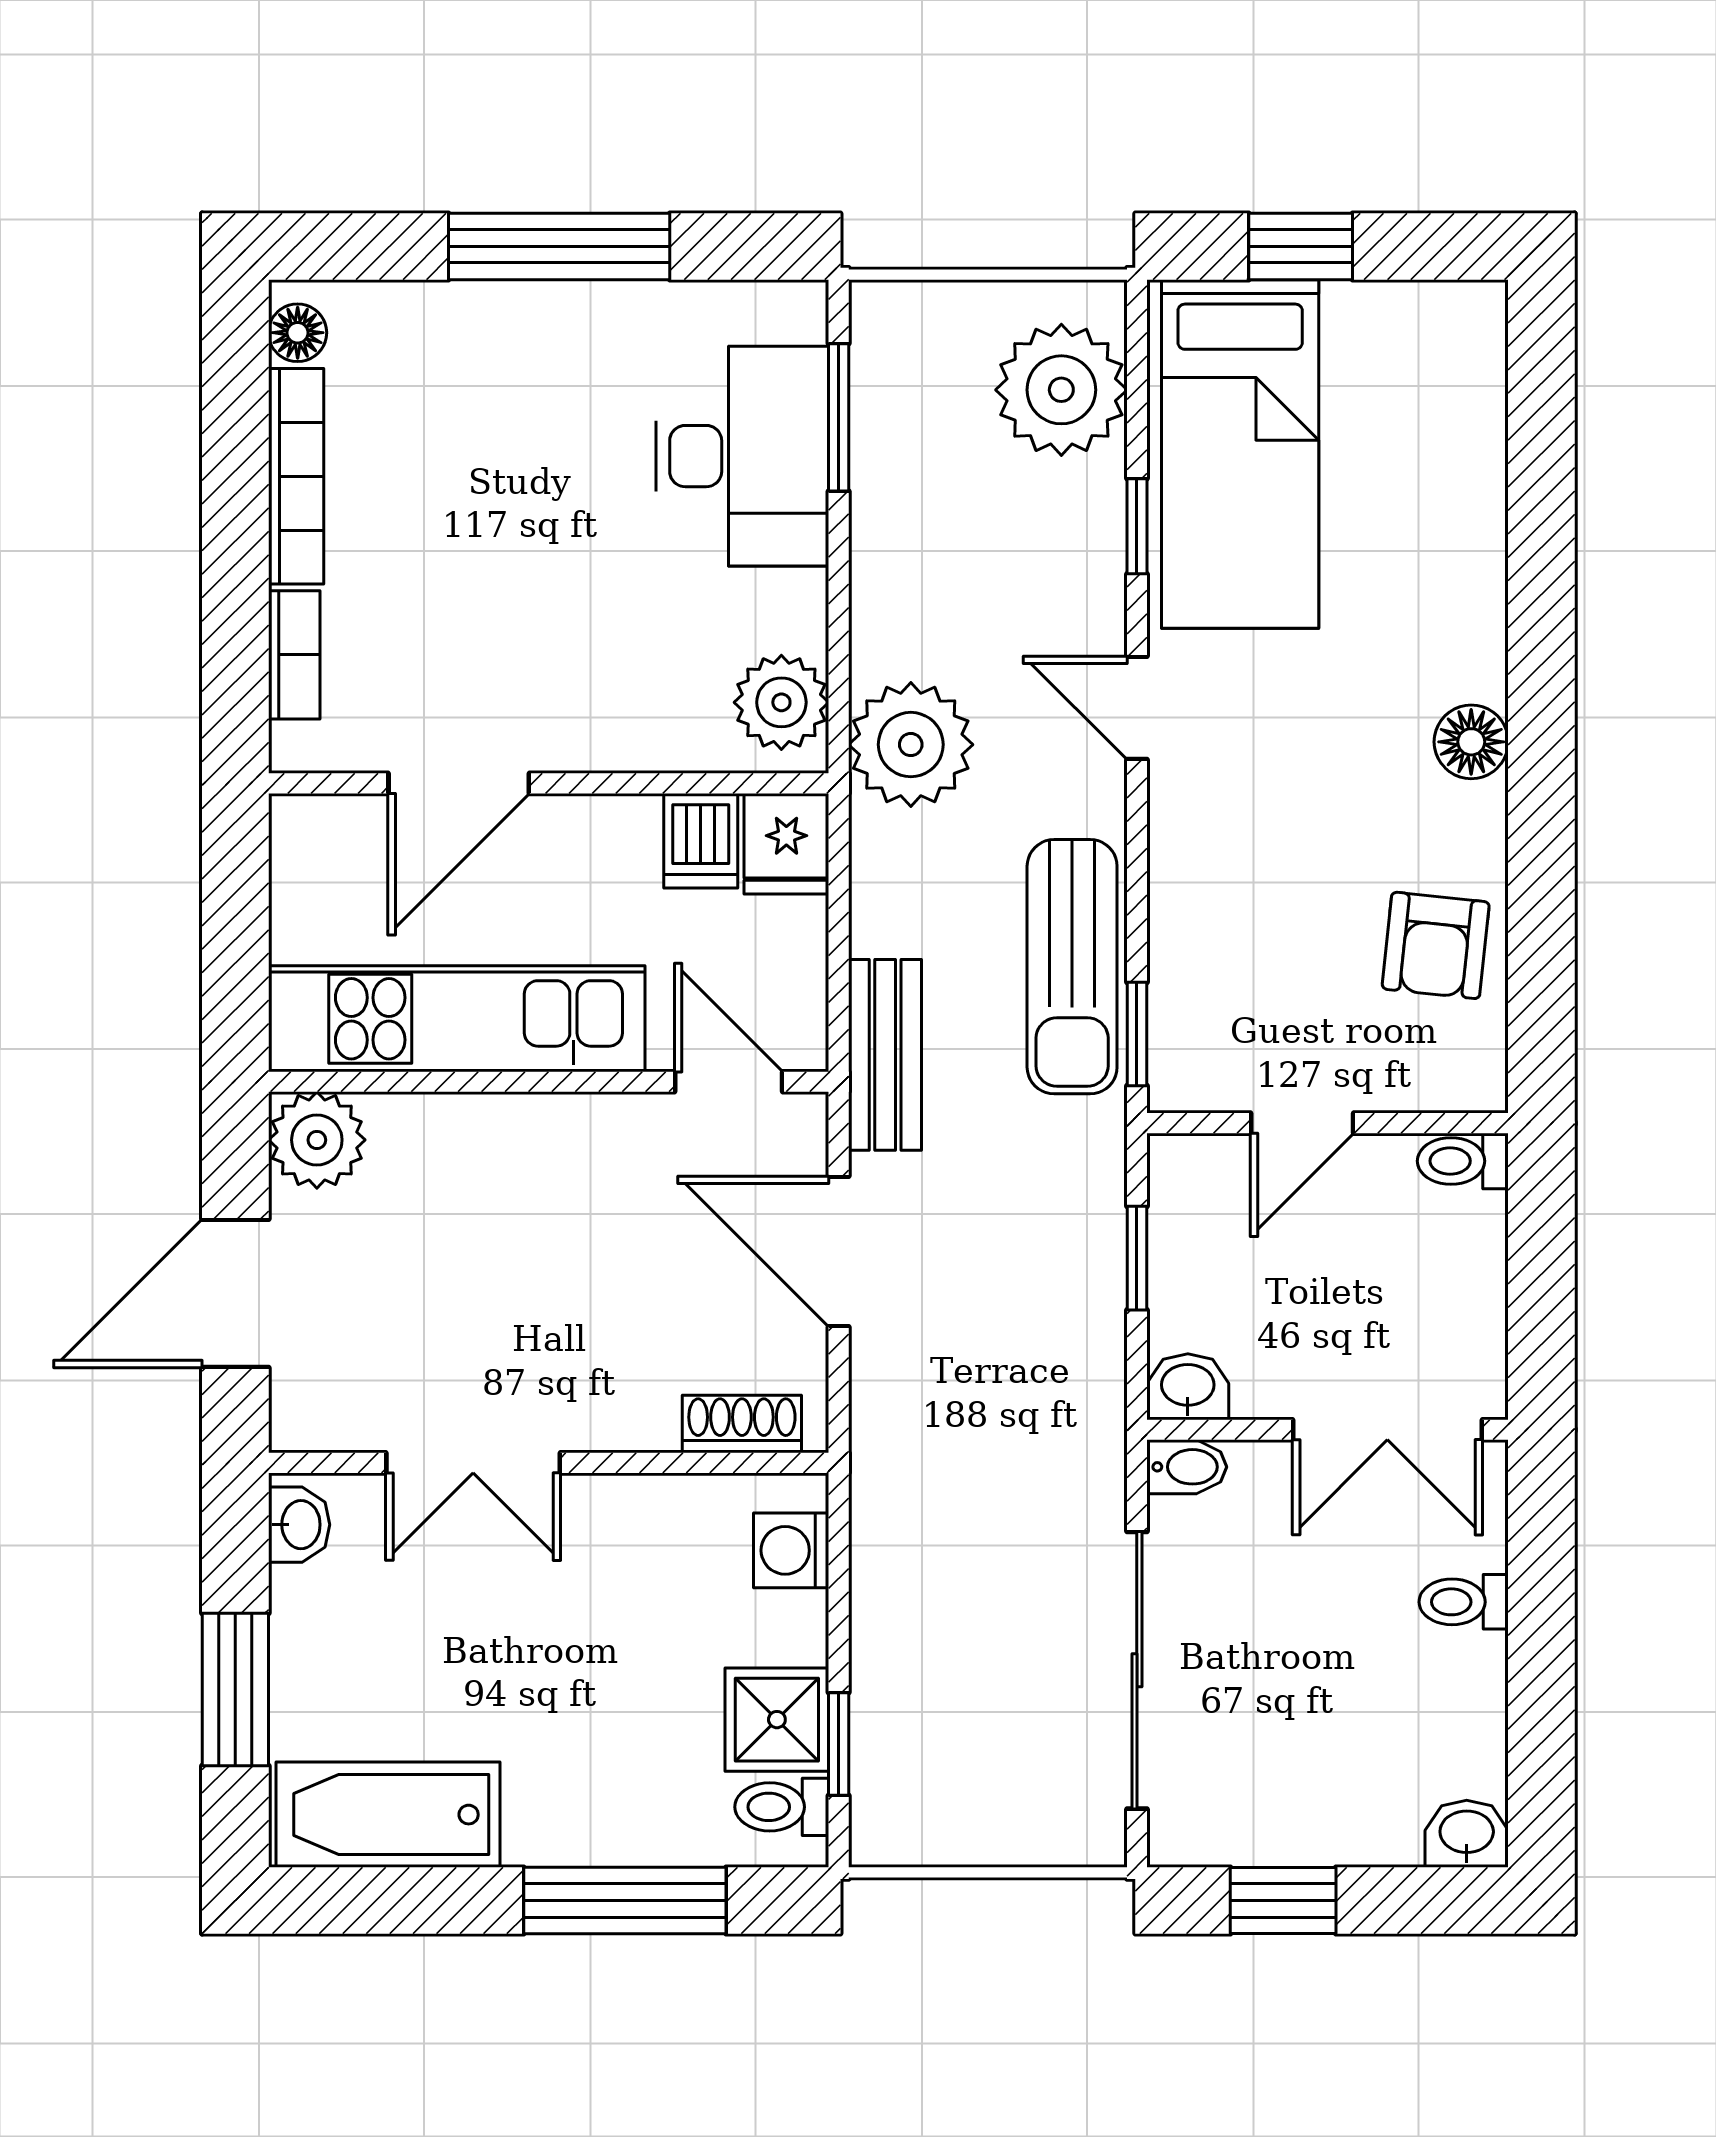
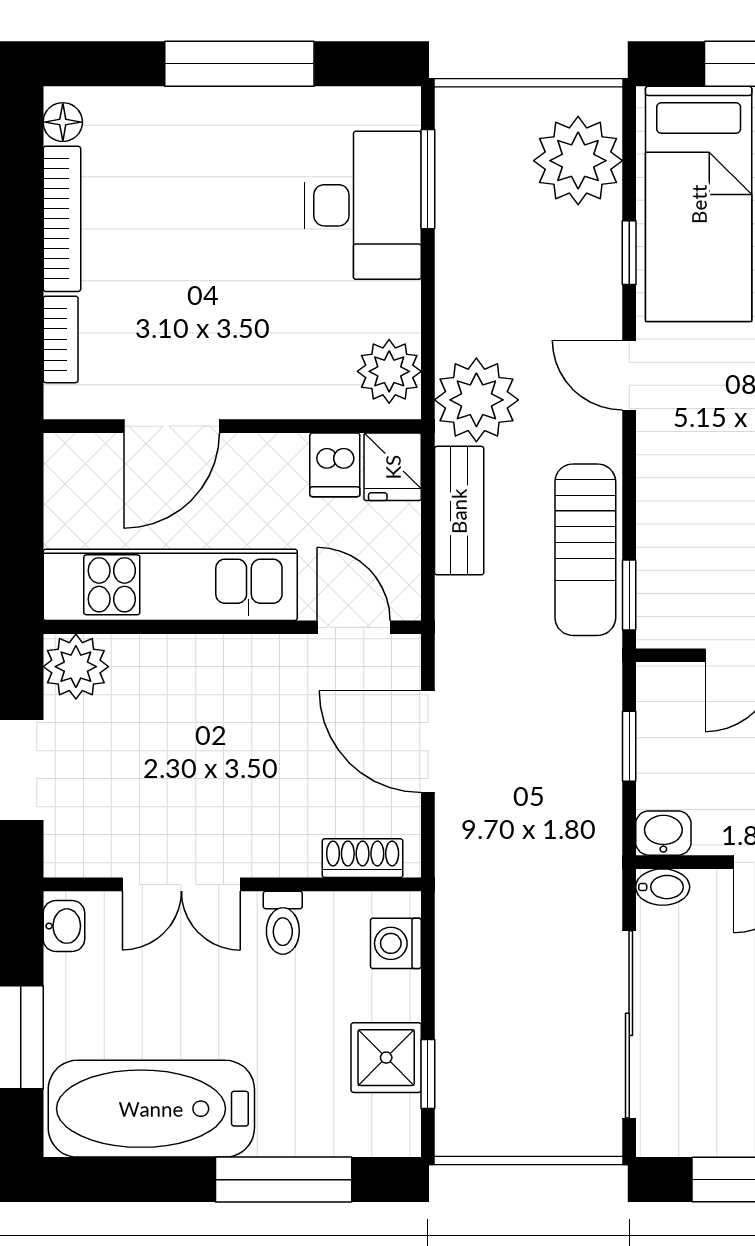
bench: (885, 1055) -> (459, 511), moved
toilet: (782, 1807) -> (283, 923), moved, turned -90
bathtub: (388, 1815) -> (151, 1109), width x1.36, depth x1.36

